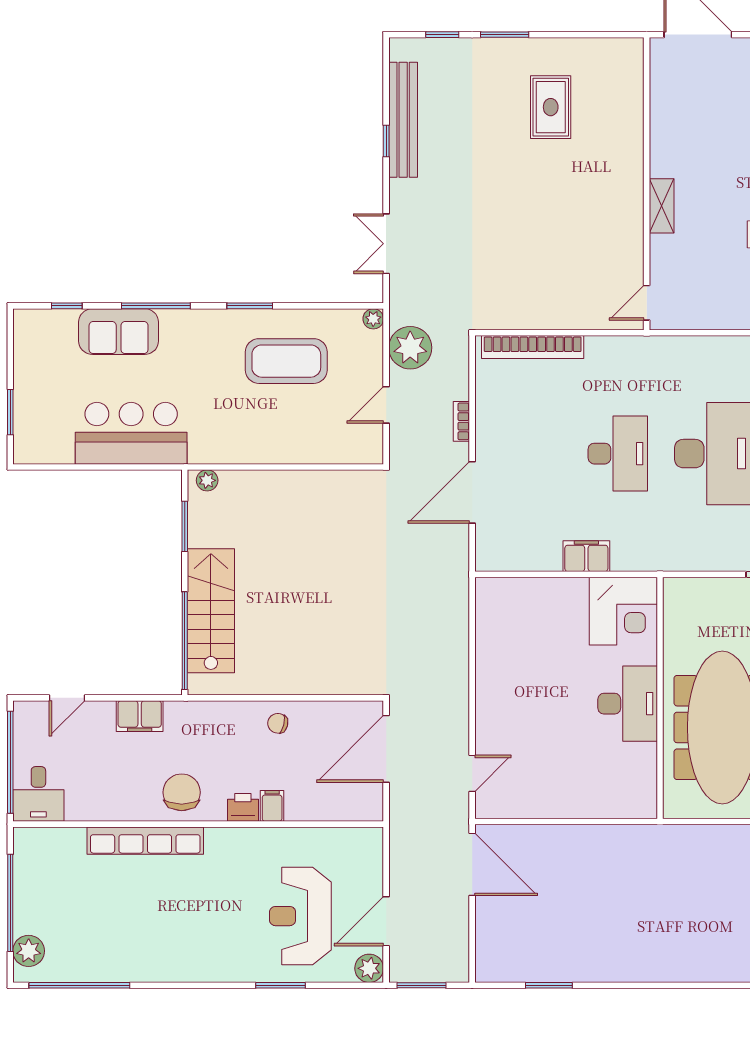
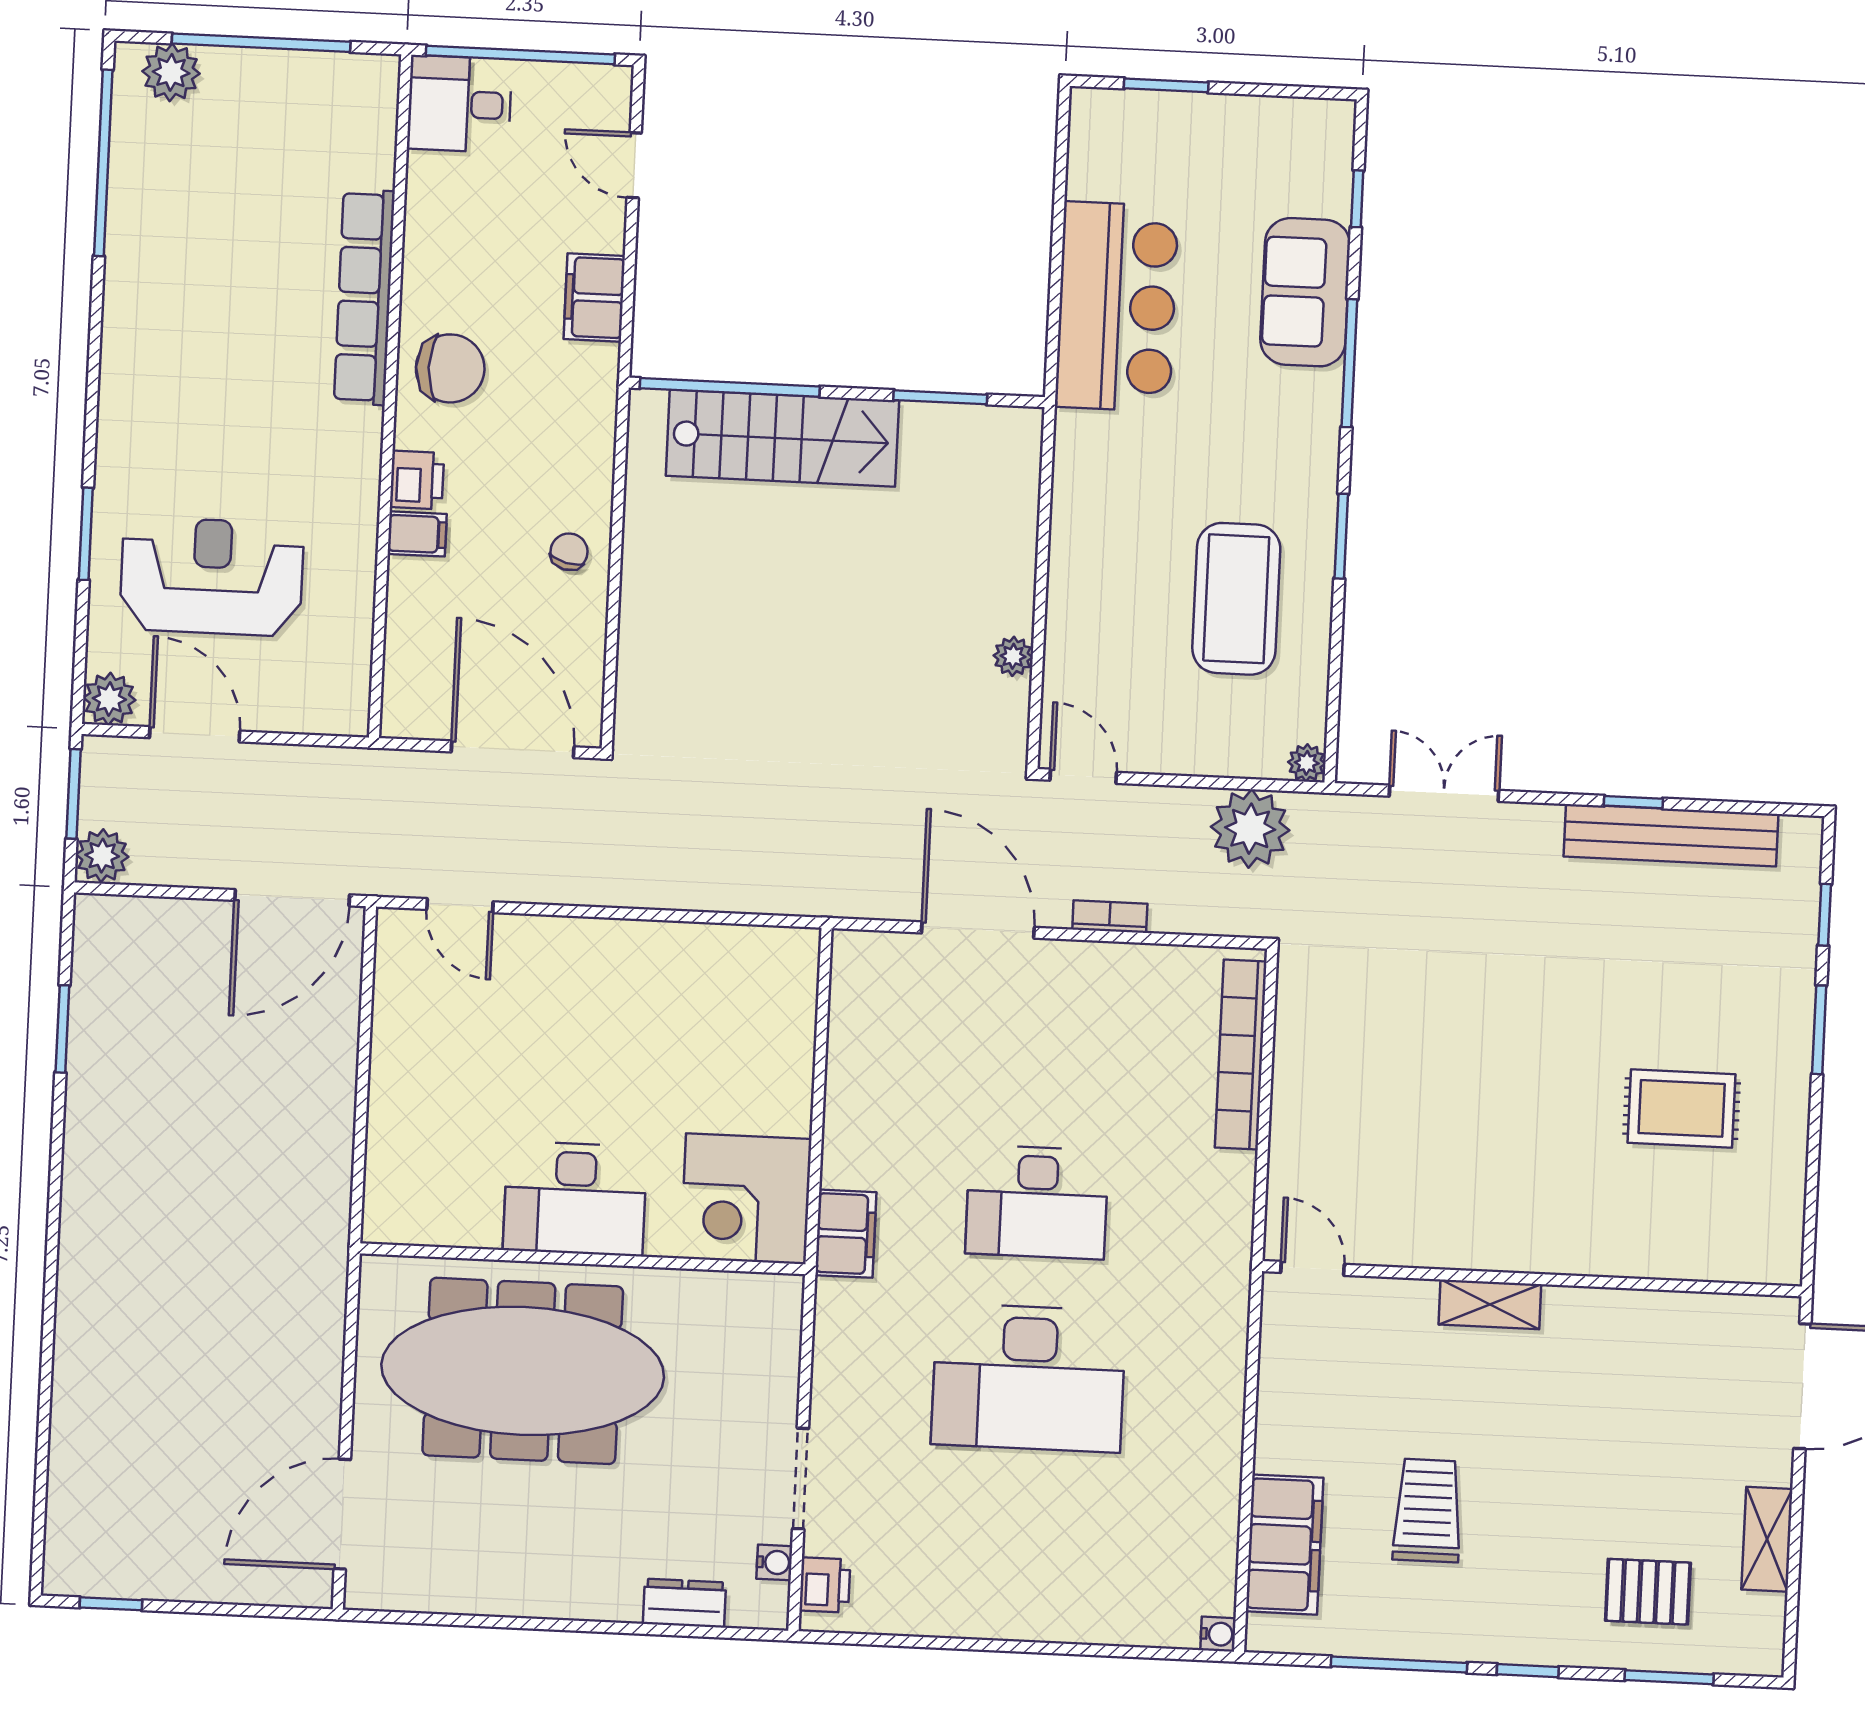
door: (386, 405) -> (1083, 776), moved
plant: (207, 480) -> (1013, 656), moved
filing cabinet: (586, 556) -> (846, 1234), moved
plant: (454, 968) -> (102, 856), added

